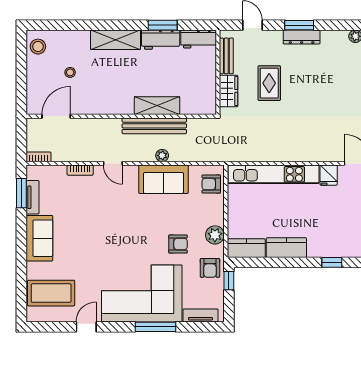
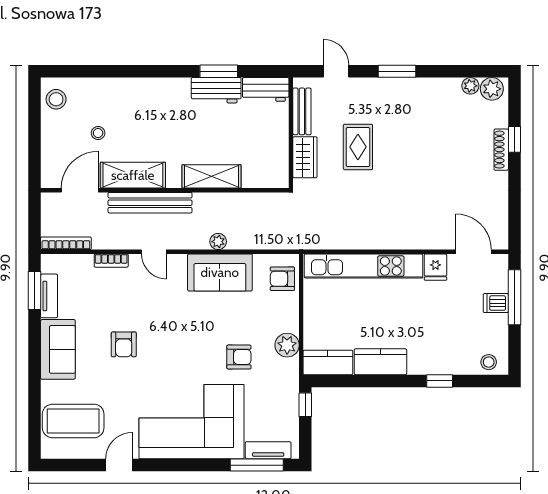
dresser: (302, 37) -> (400, 87), removed
shelving: (115, 40) -> (133, 175), moved
bench: (154, 126) -> (150, 203), moved
bookcase: (38, 157) -> (66, 243), width x1.56
armchair: (210, 268) -> (124, 344), moved
window: (156, 327) -> (257, 465), moved

